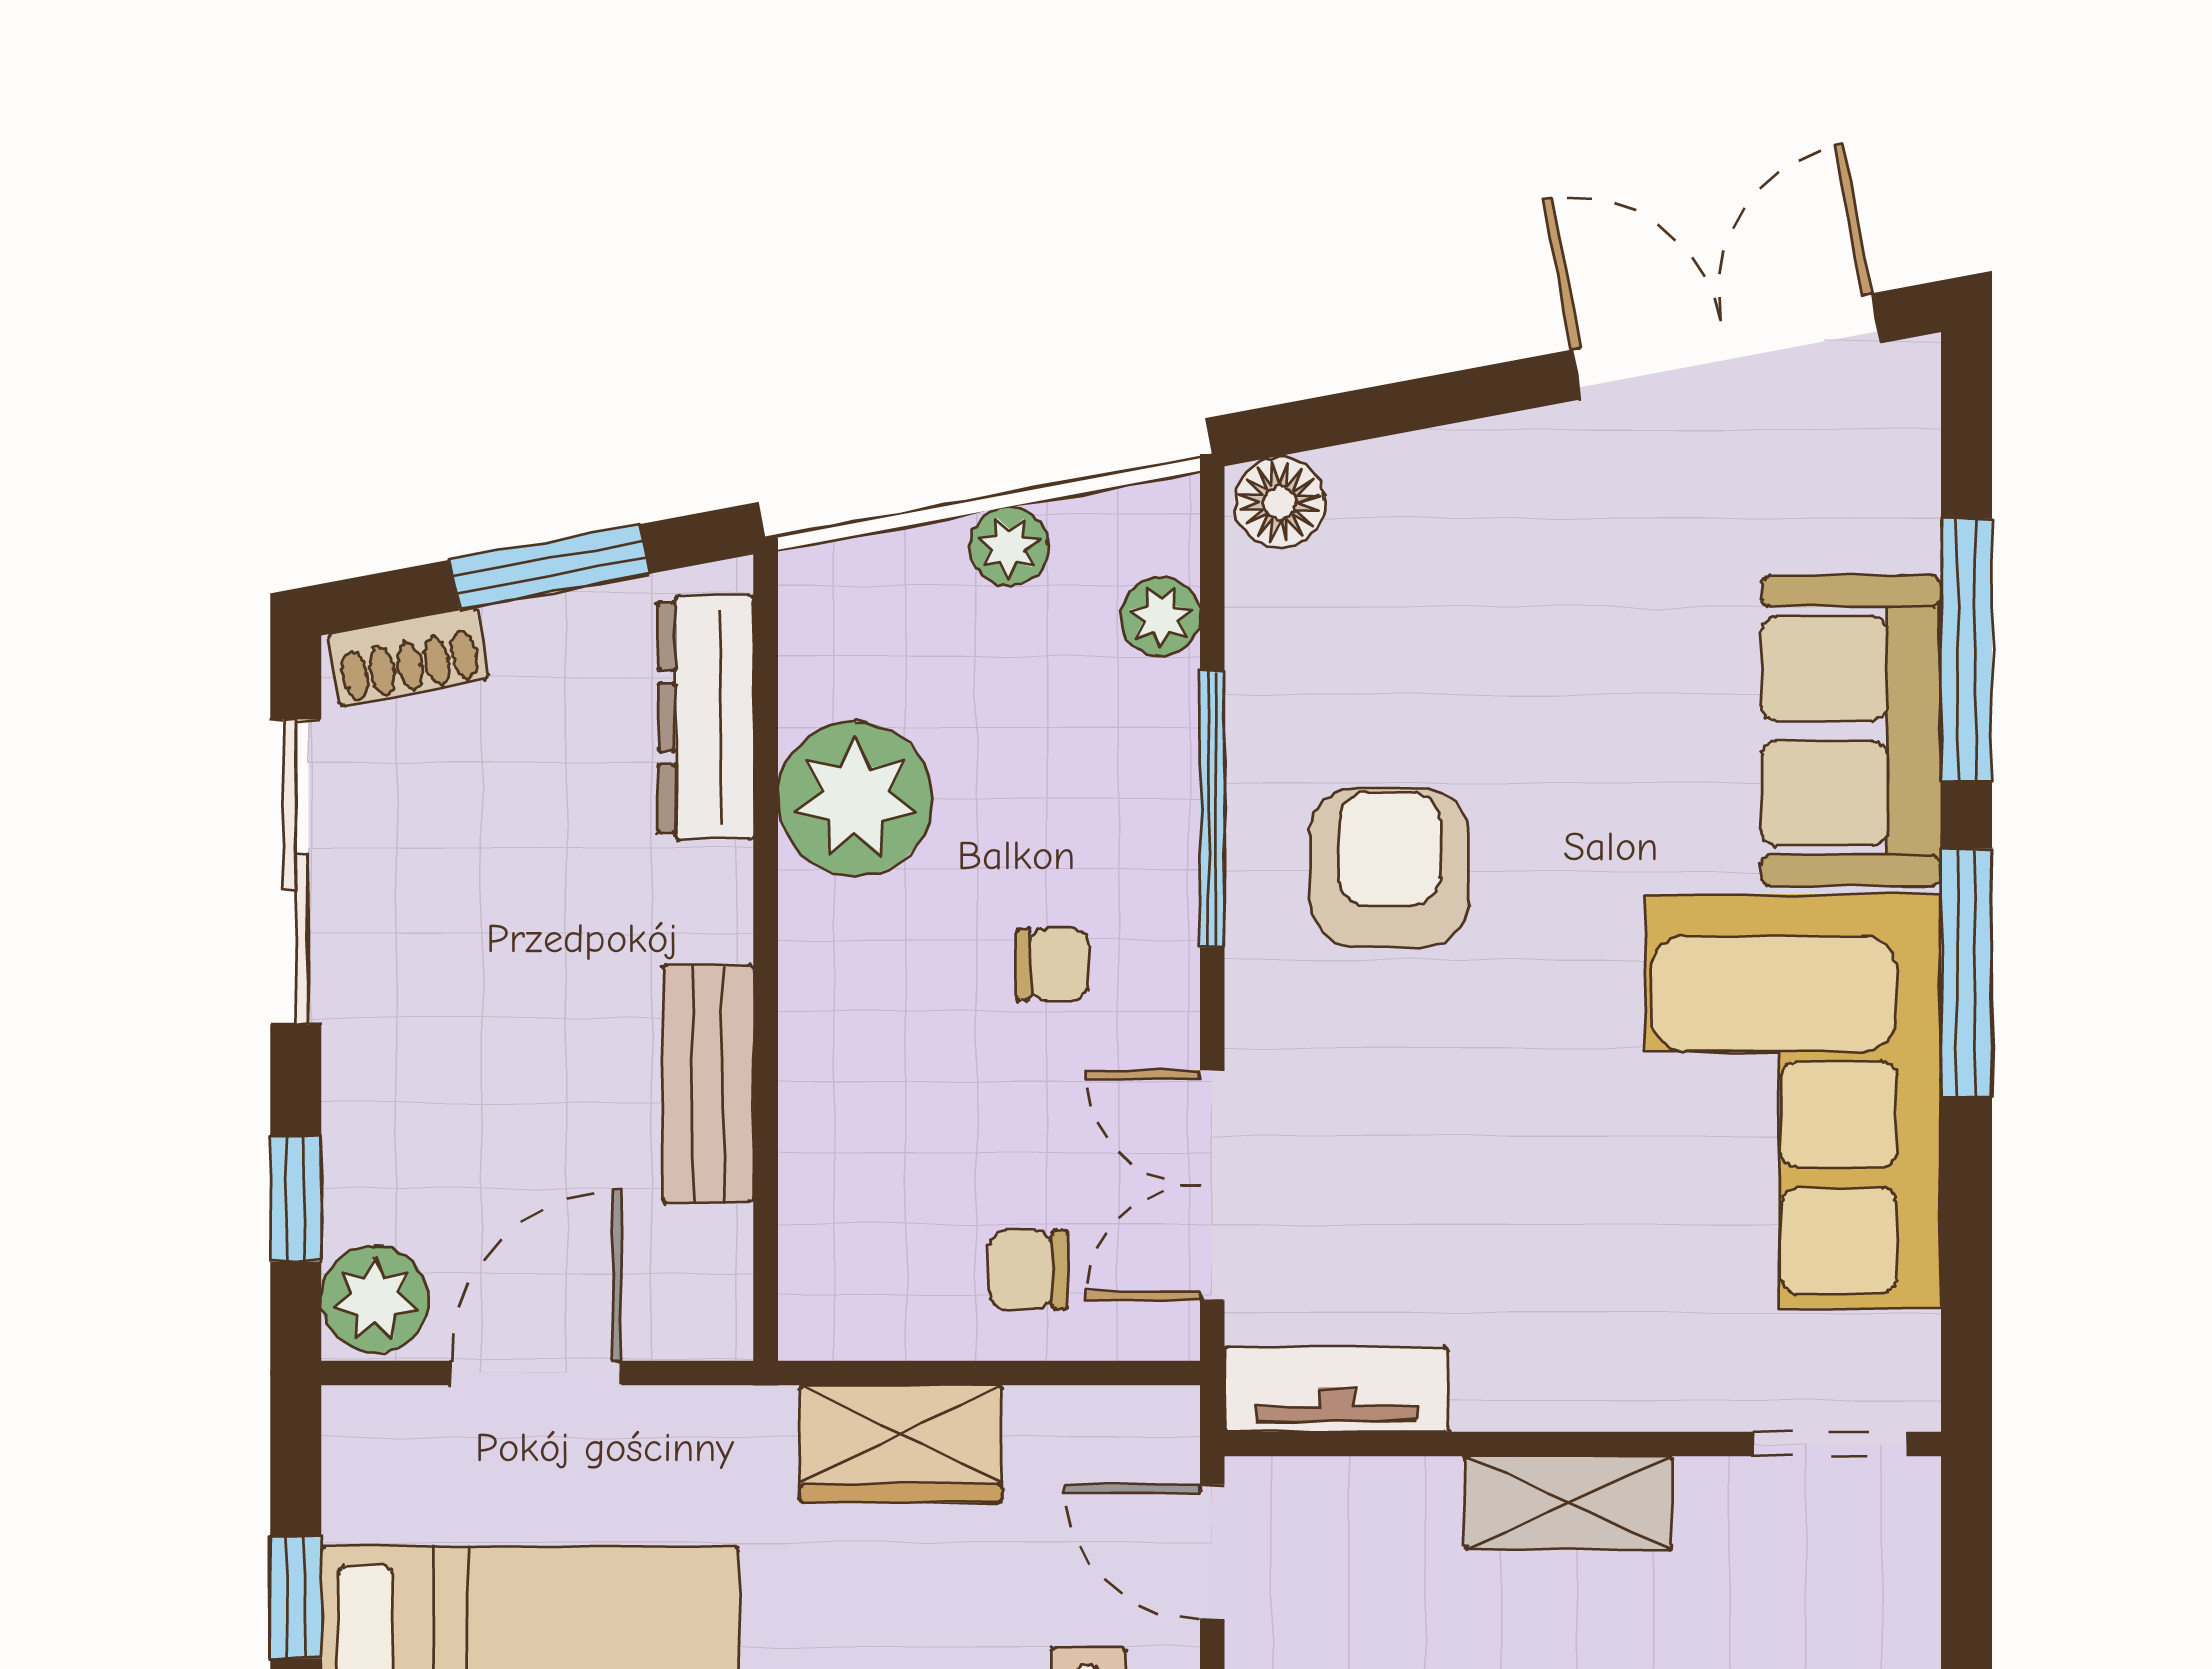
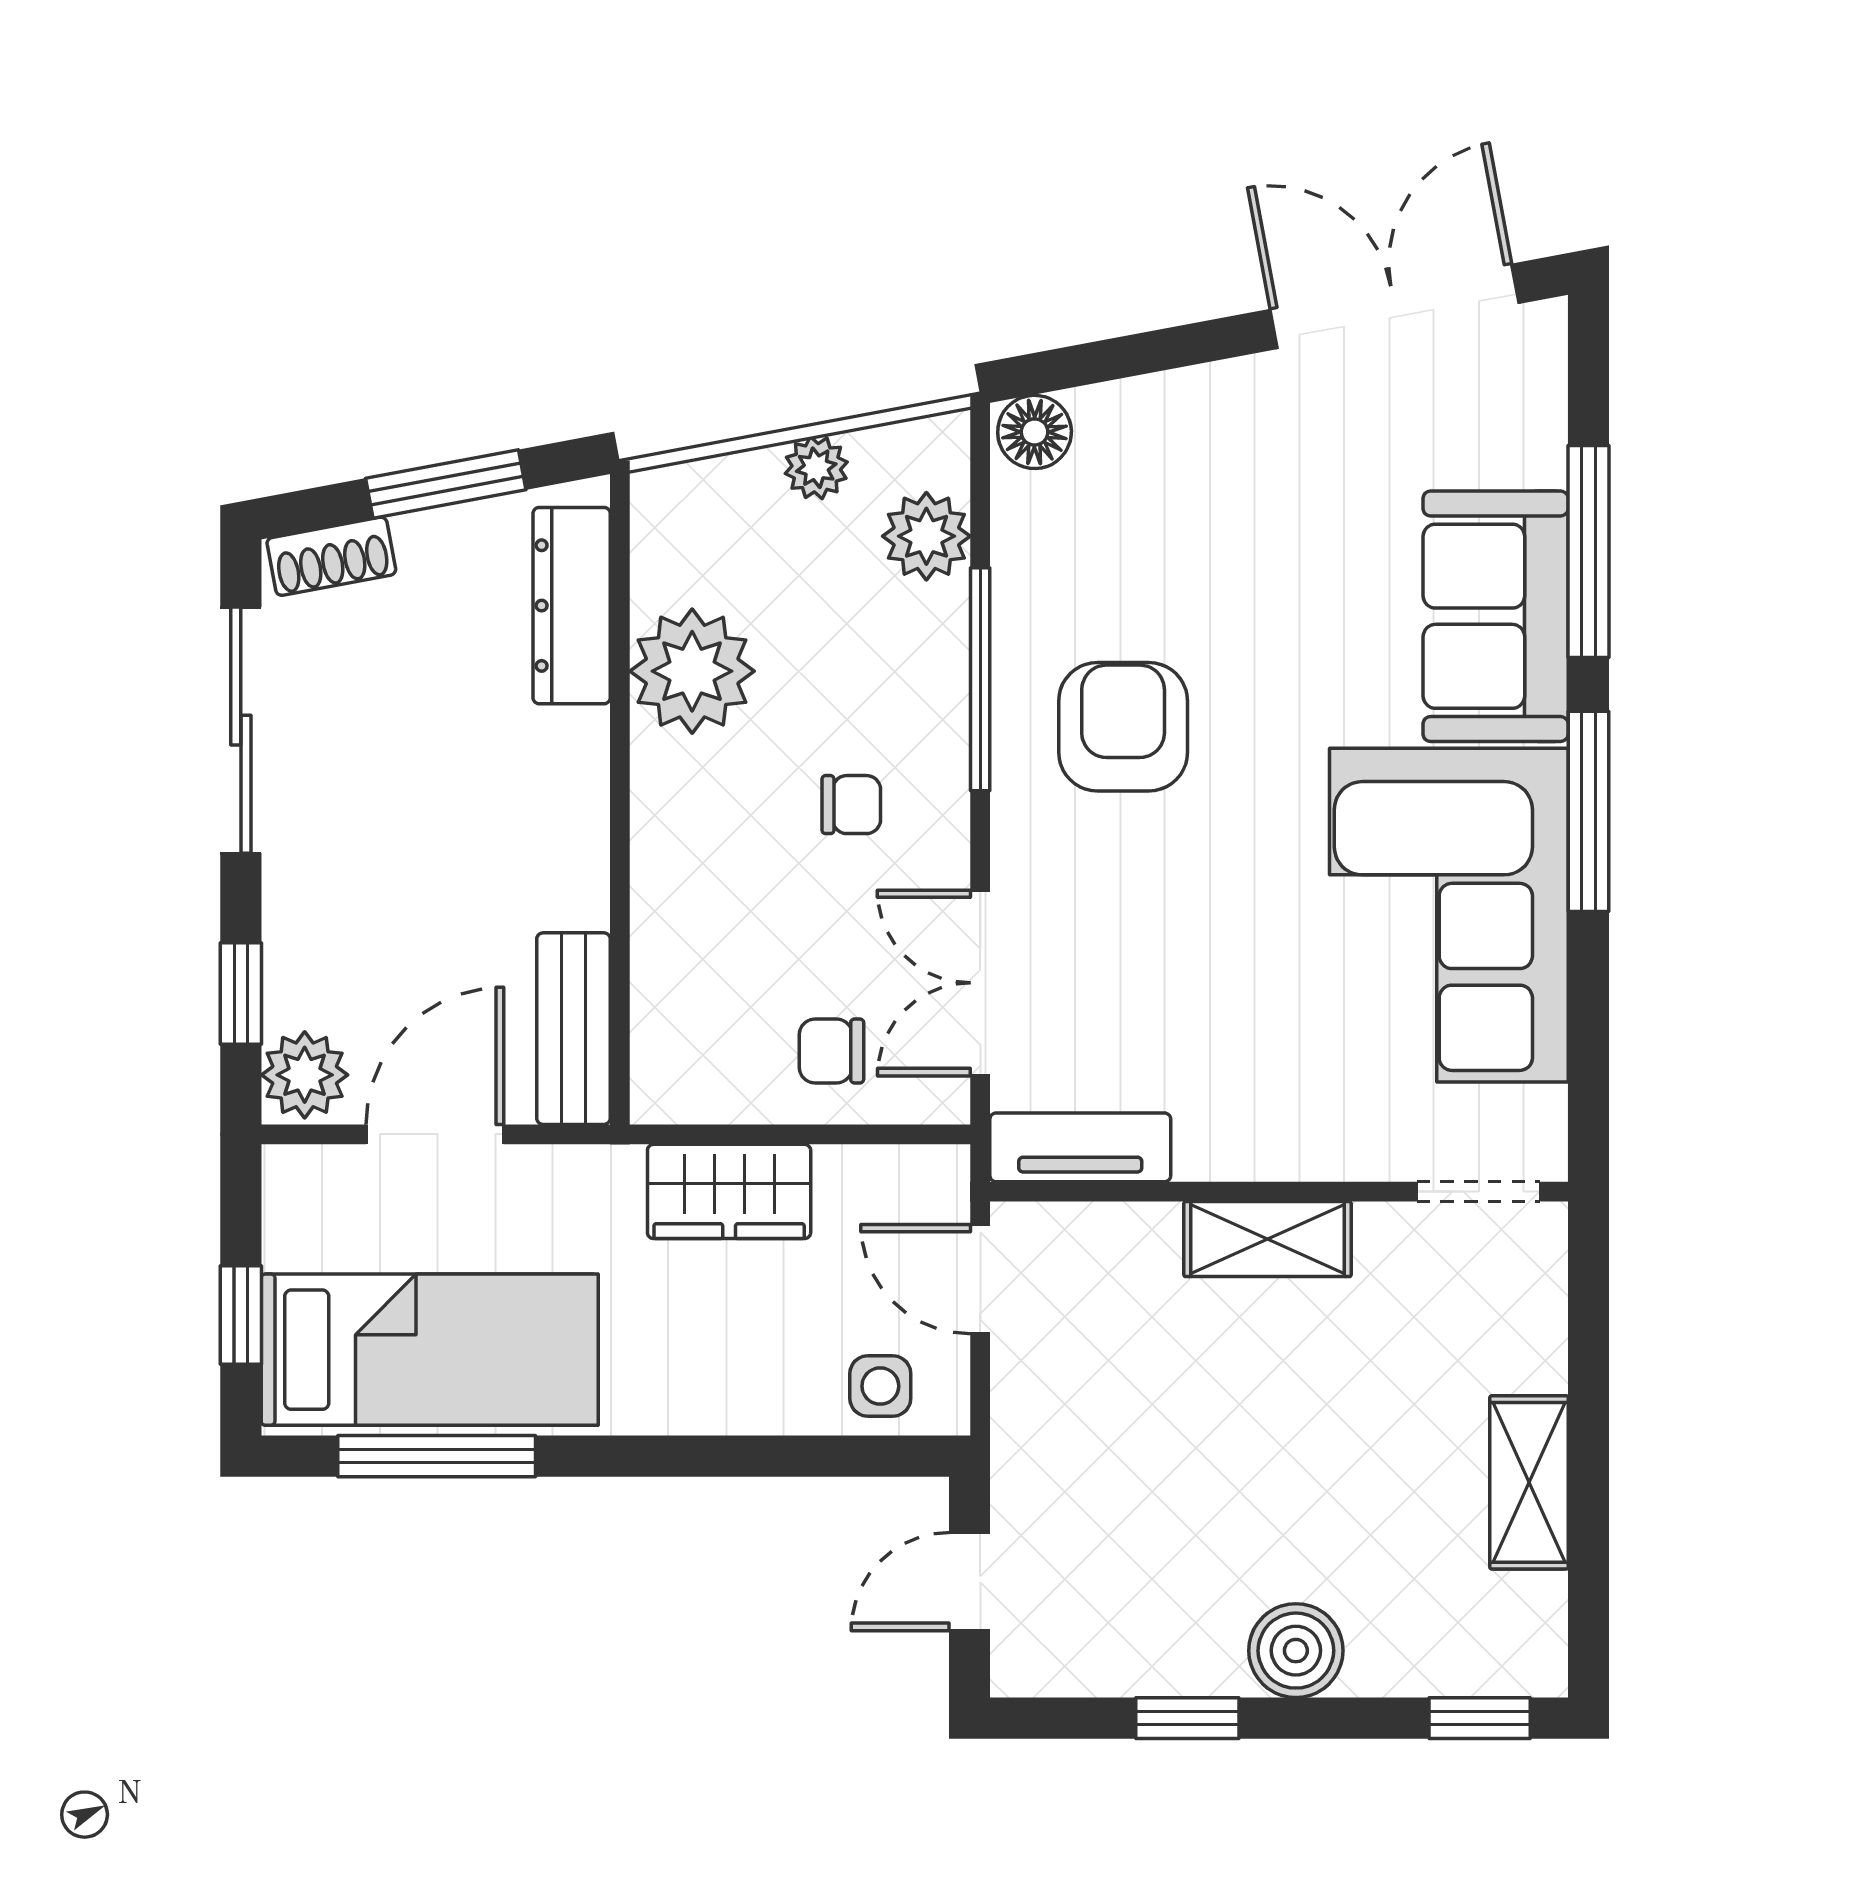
plant: (1160, 617) -> (926, 536), width x1.38, depth x1.38
bench: (708, 1084) -> (573, 1029), moved

